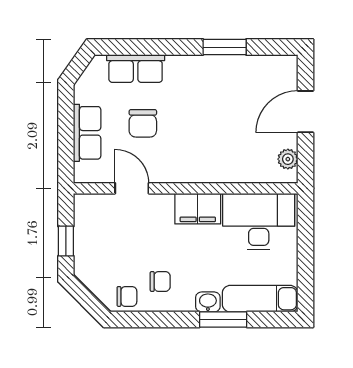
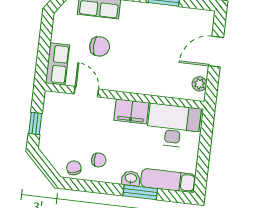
chair: (143, 123) -> (100, 46), turned -90
row of seats: (87, 133) -> (57, 64), moved
chair: (127, 296) -> (74, 168), turned -105

